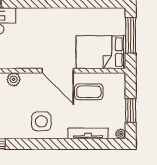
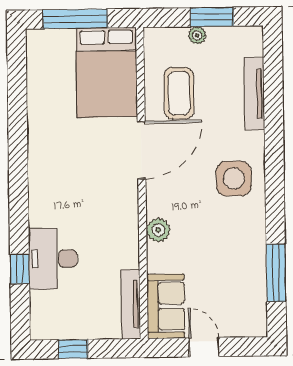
plant: (121, 134) -> (197, 35), moved

